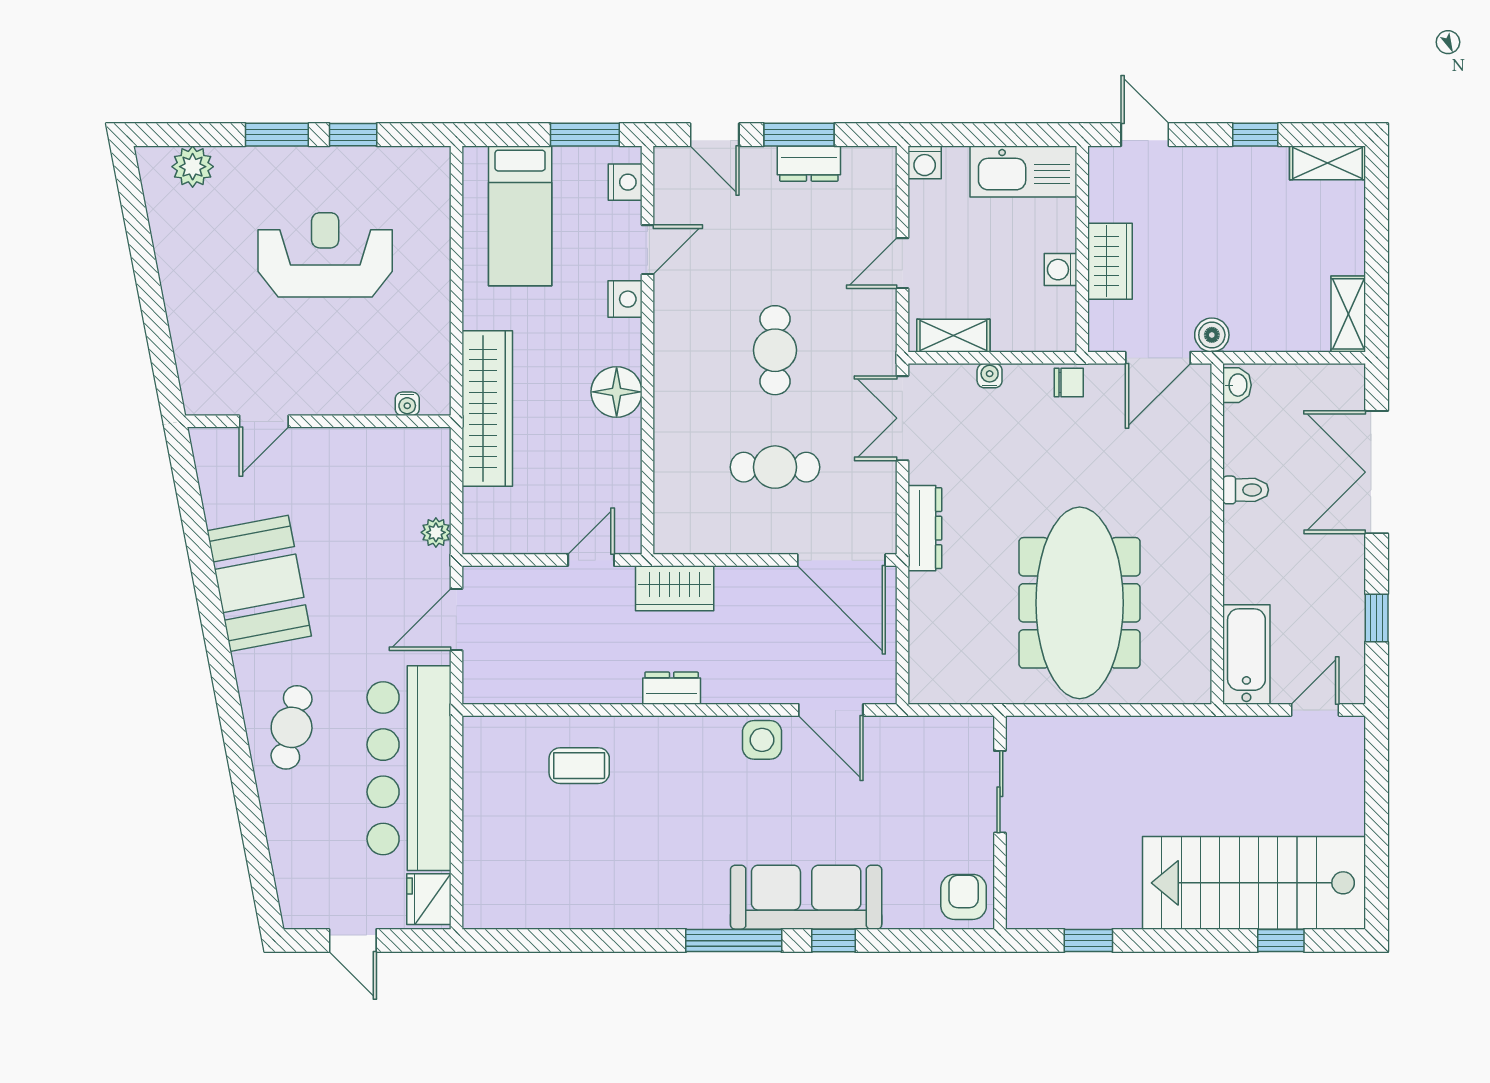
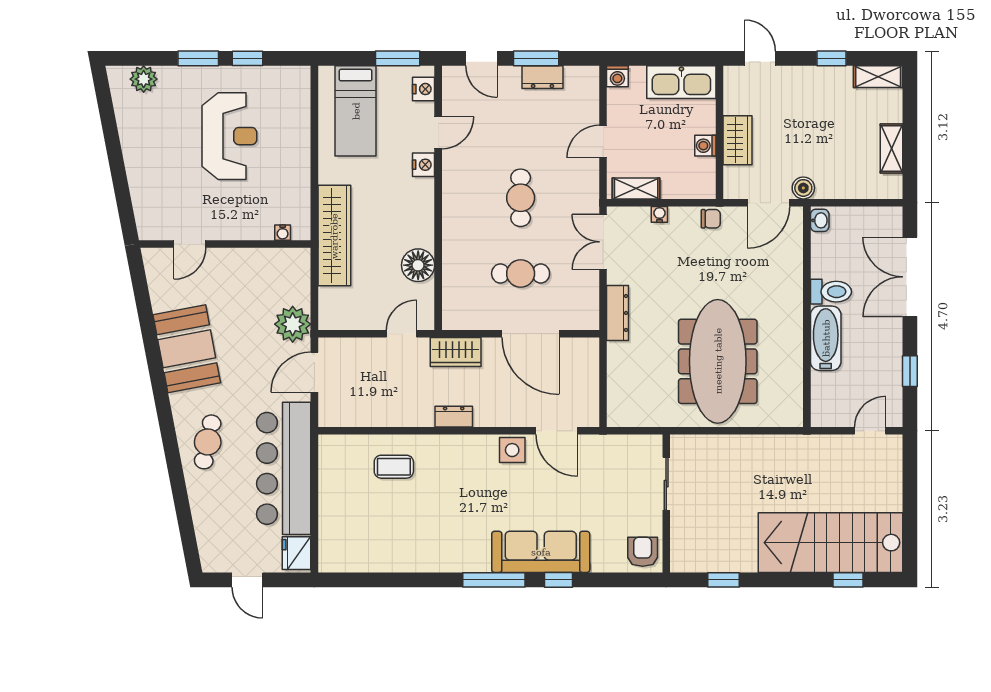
reception desk: (325, 255) -> (229, 136), turned 90
shelving: (1348, 314) -> (892, 148), moved
floor lamp: (617, 392) -> (418, 265), moved
toilet: (1246, 490) -> (831, 292), width x1.37, depth x1.39
plant: (436, 532) -> (293, 324), width x1.88, depth x1.88
door: (841, 560) -> (530, 334), moved
bathtub: (1246, 654) -> (826, 338), moved

